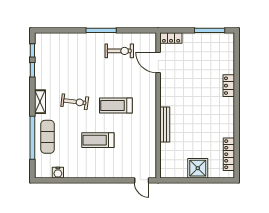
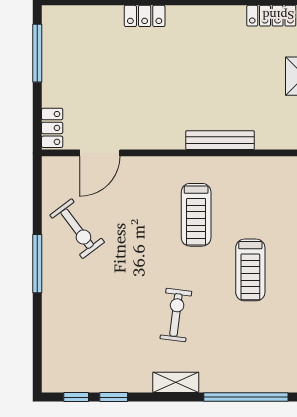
exercise bike: (119, 51) -> (77, 229), turned 143
treadmill: (116, 105) -> (196, 215), moved
exercise mat: (48, 137) -> (244, 368), removed

